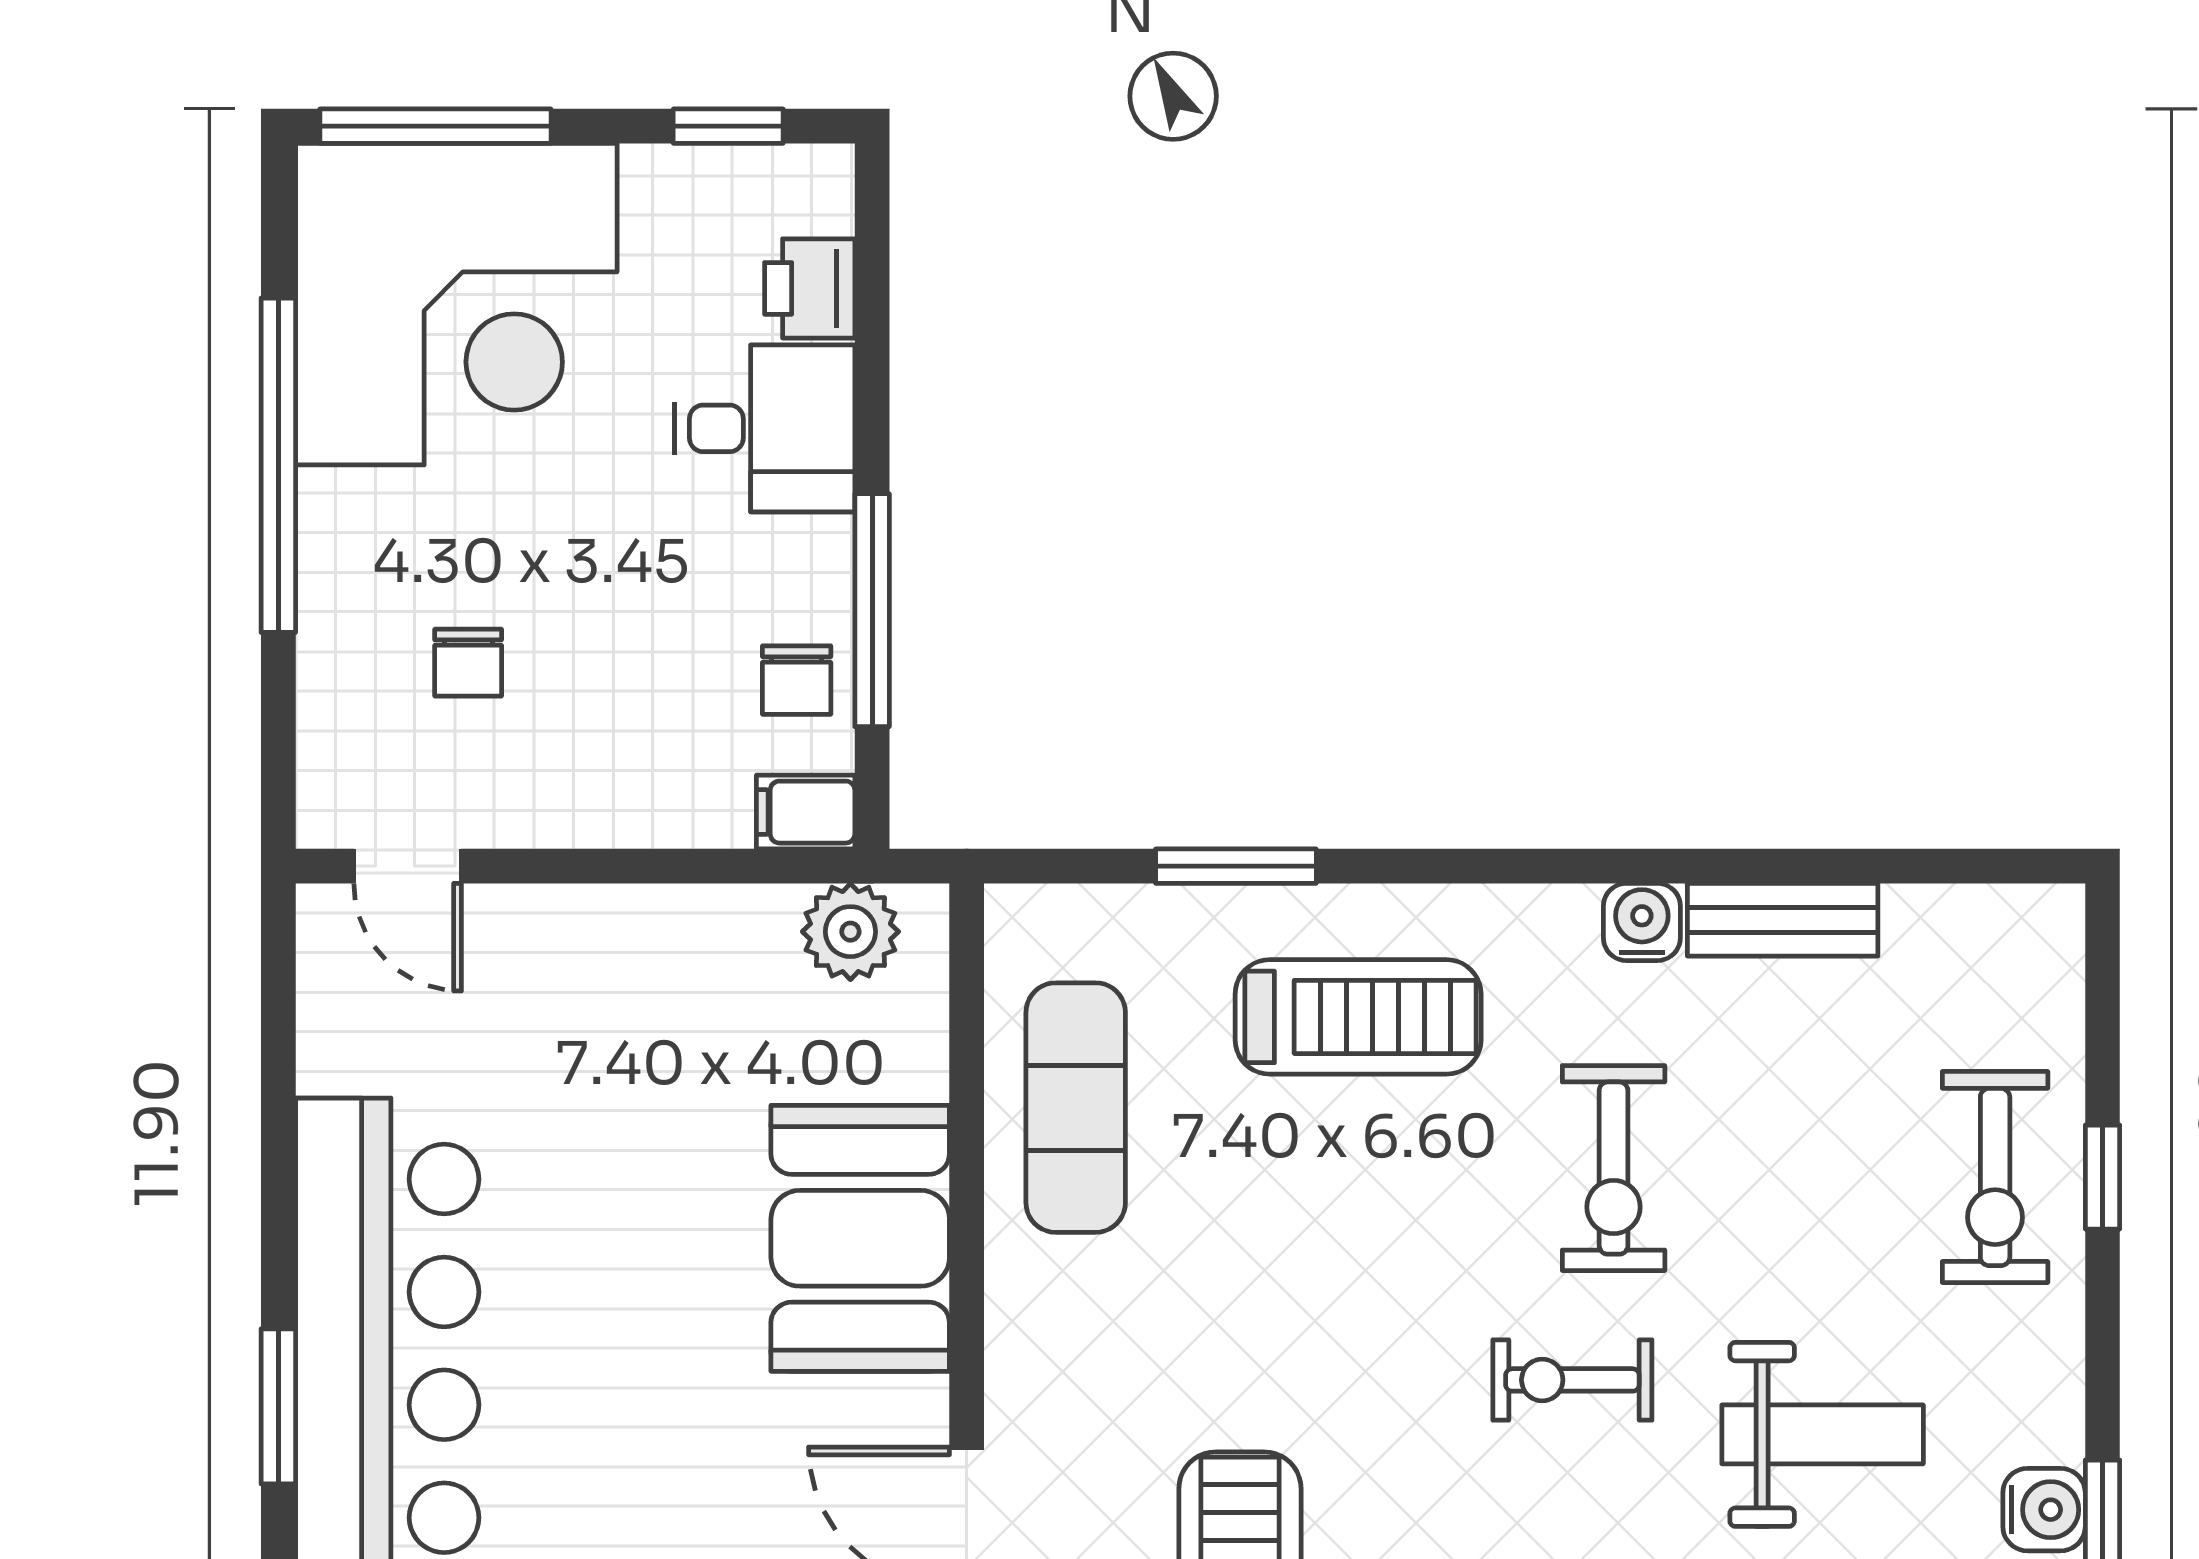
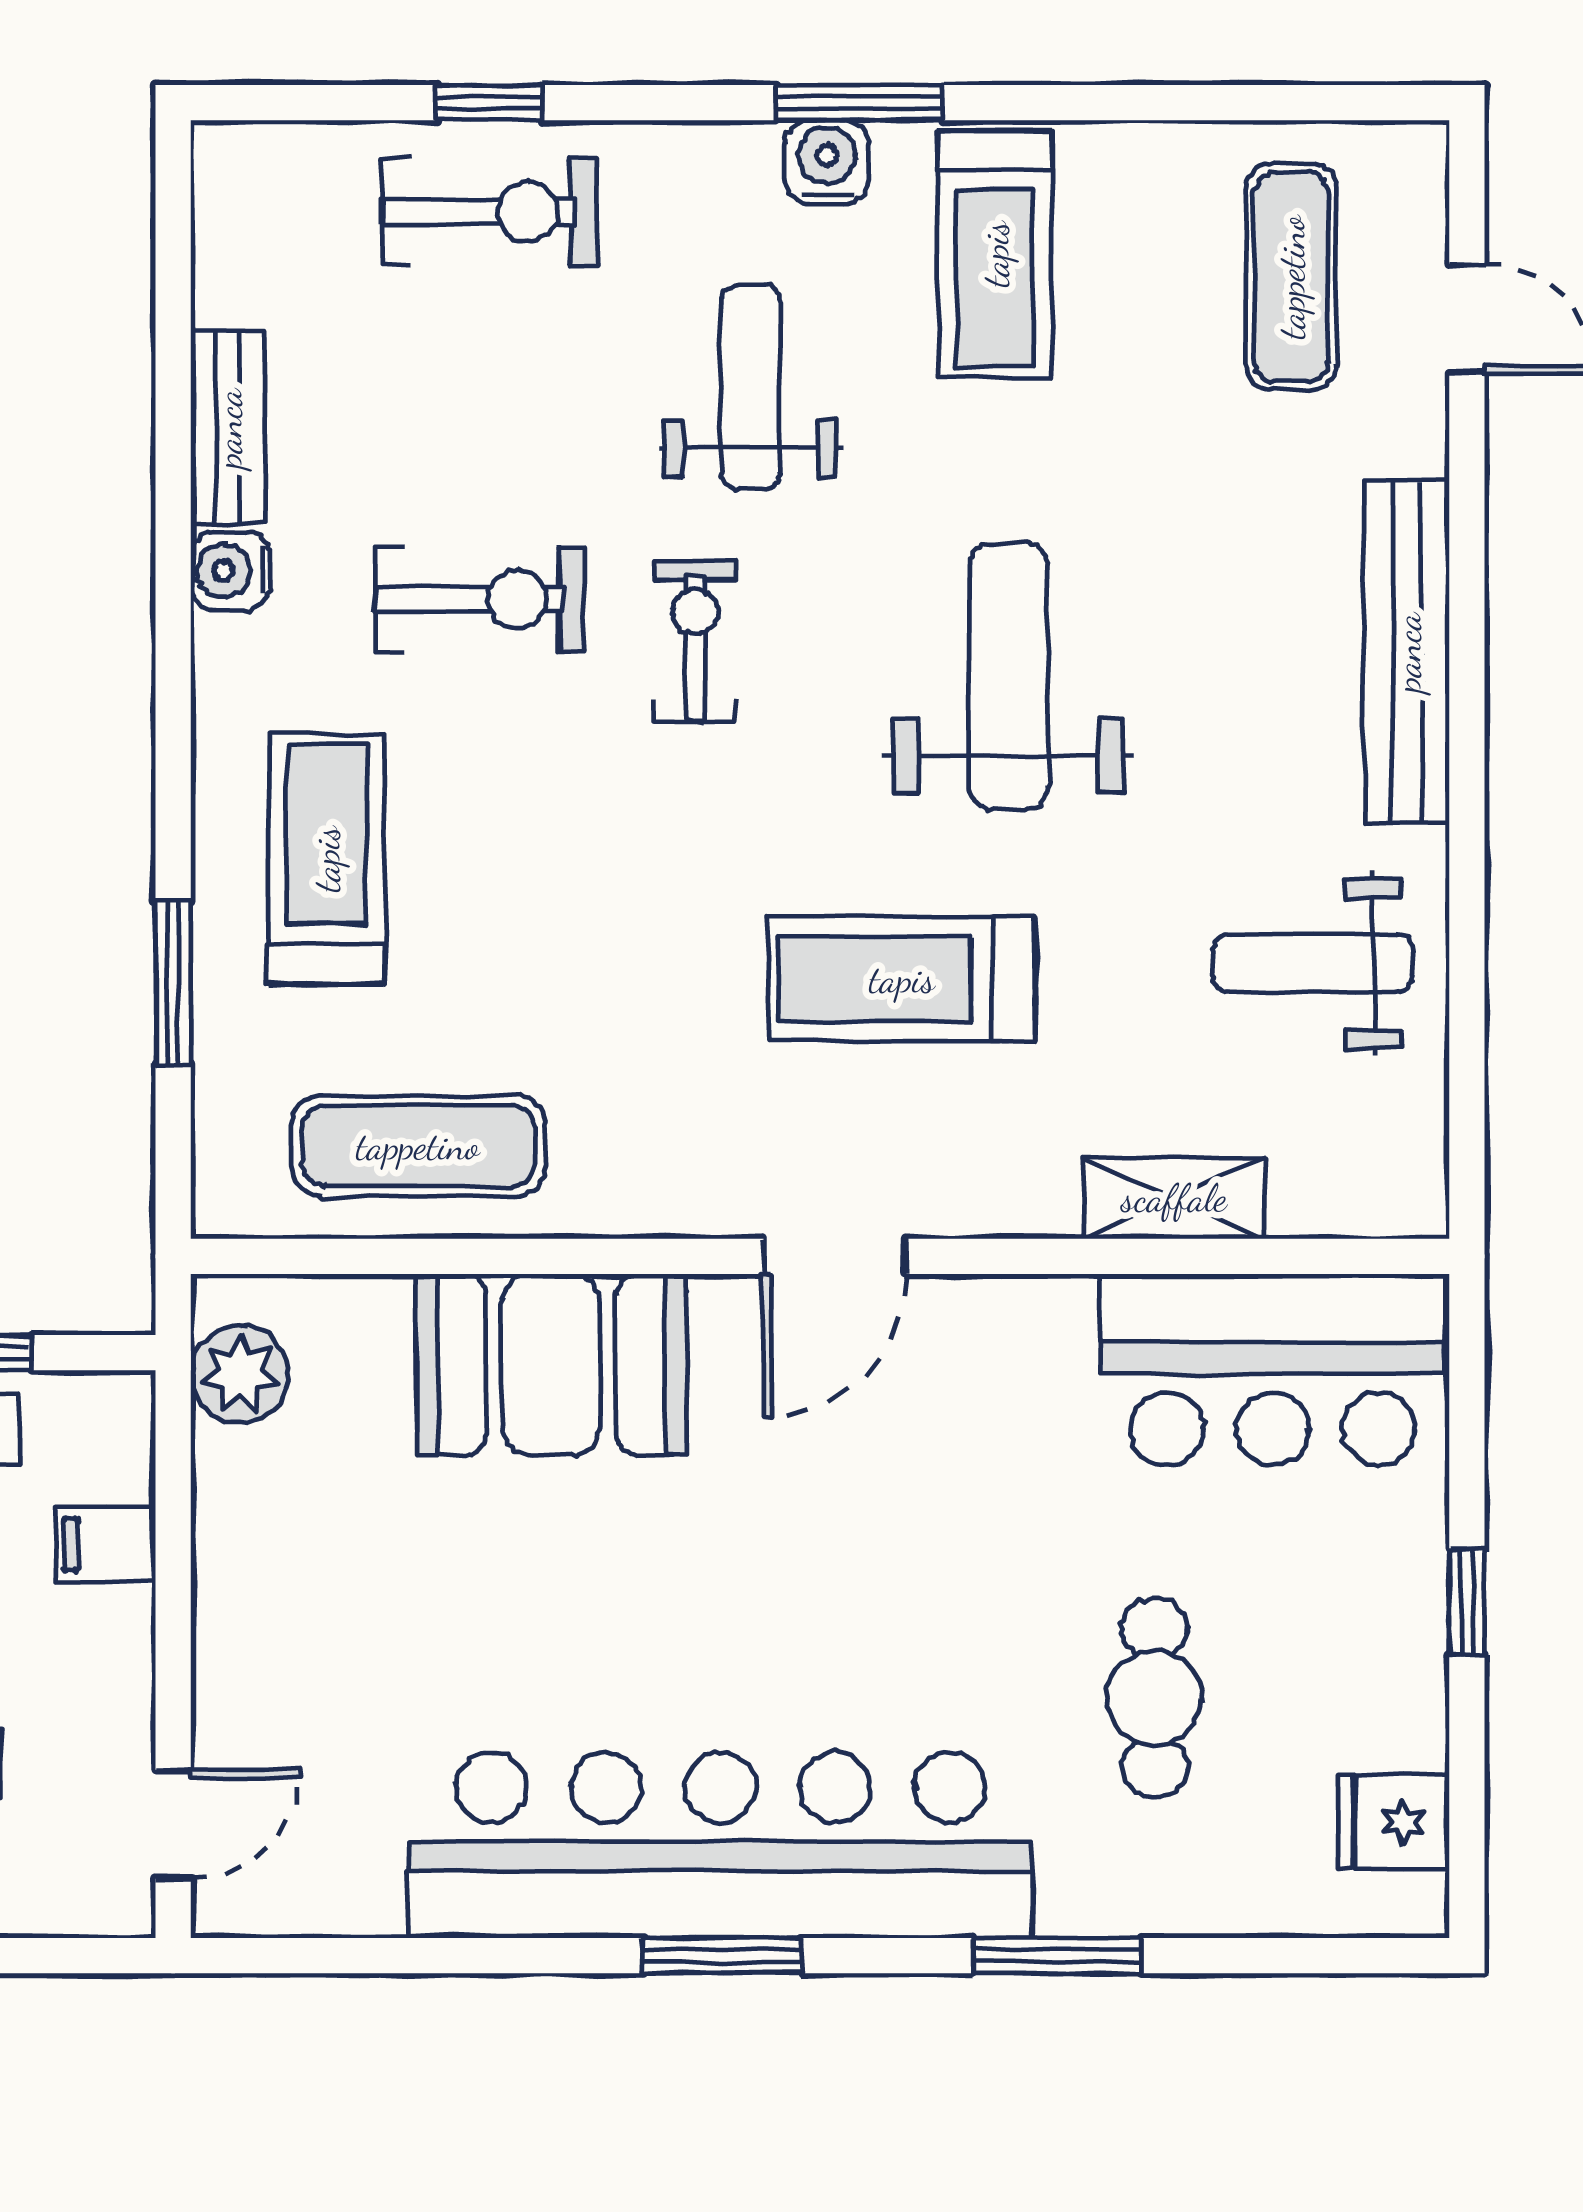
filing cabinet: (806, 812) -> (106, 1544), moved, turned 90
exercise bike: (1572, 1380) -> (695, 641), turned 180

